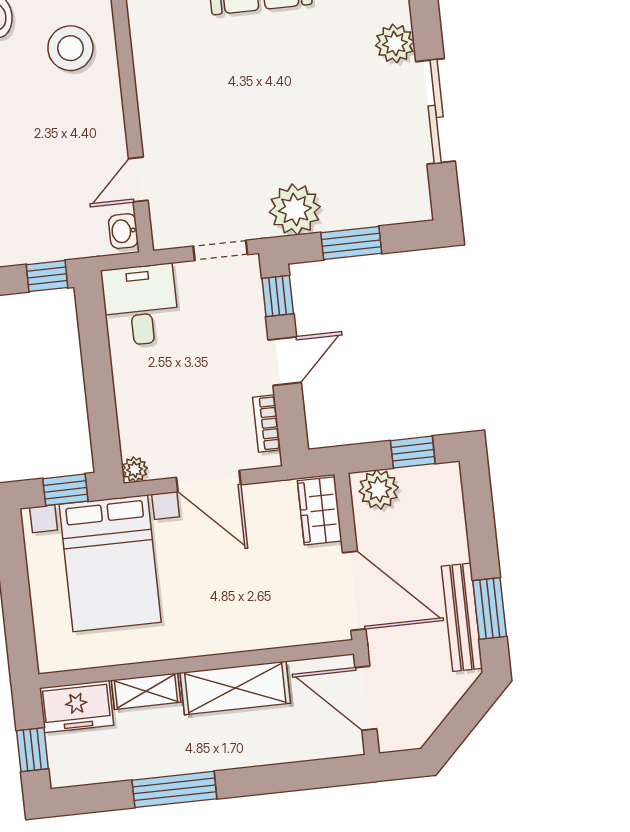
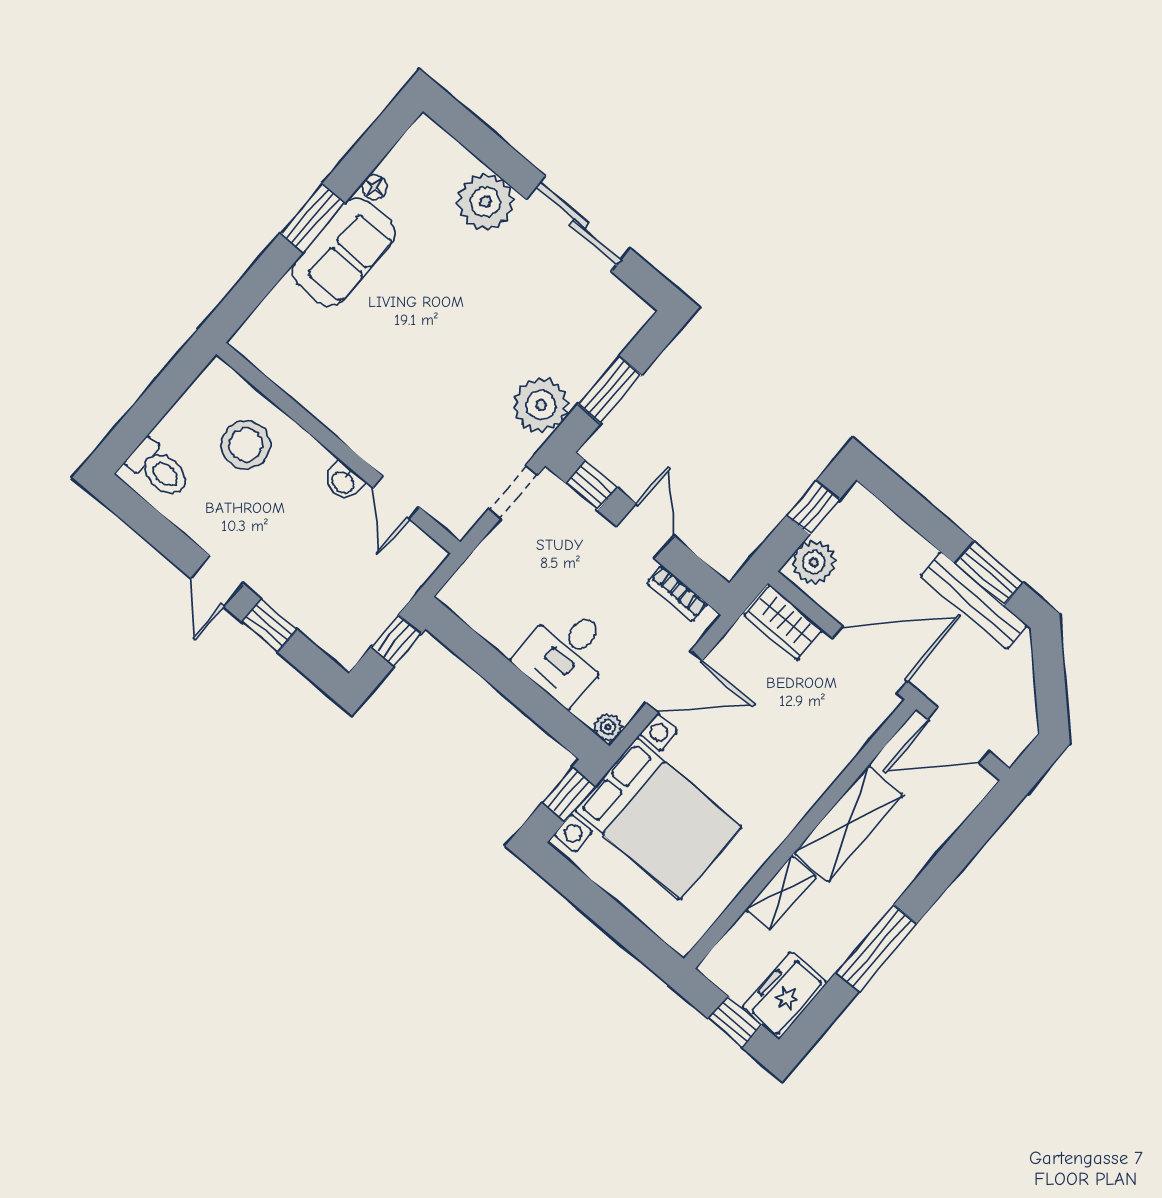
plant: (395, 43) -> (485, 202), width x1.36, depth x1.36
washbasin: (123, 231) -> (343, 481), moved
desk: (140, 305) -> (566, 654), moved, turned -90
freezer: (77, 706) -> (785, 995), moved, turned 180

